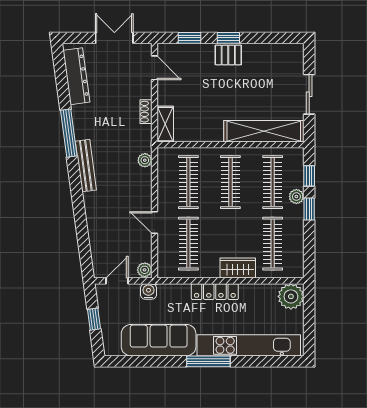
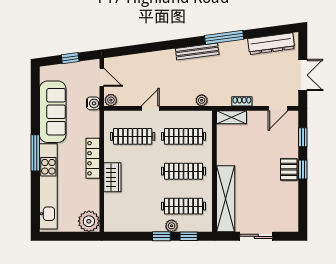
clothes rail: (273, 244) -> (133, 206), removed

